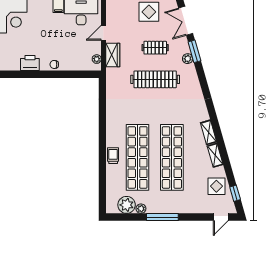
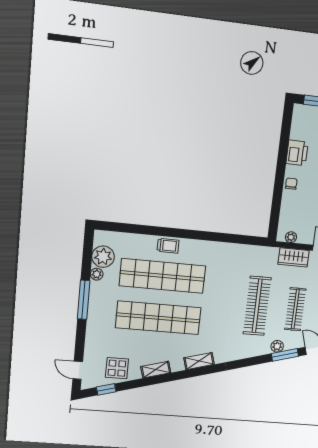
clothes rail: (155, 48) -> (295, 309), width x1.36
shelving: (209, 132) -> (199, 361), moved

